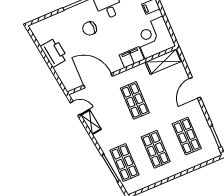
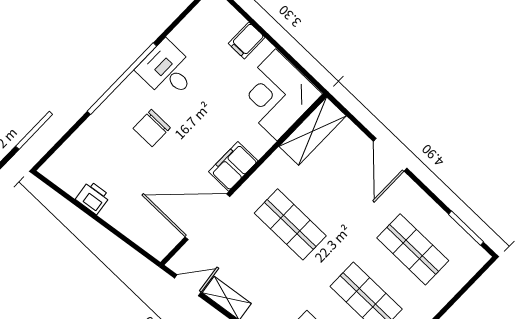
printer: (54, 53) -> (93, 197), width x0.53, depth x0.68
filing cabinet: (132, 57) -> (233, 166), moved

